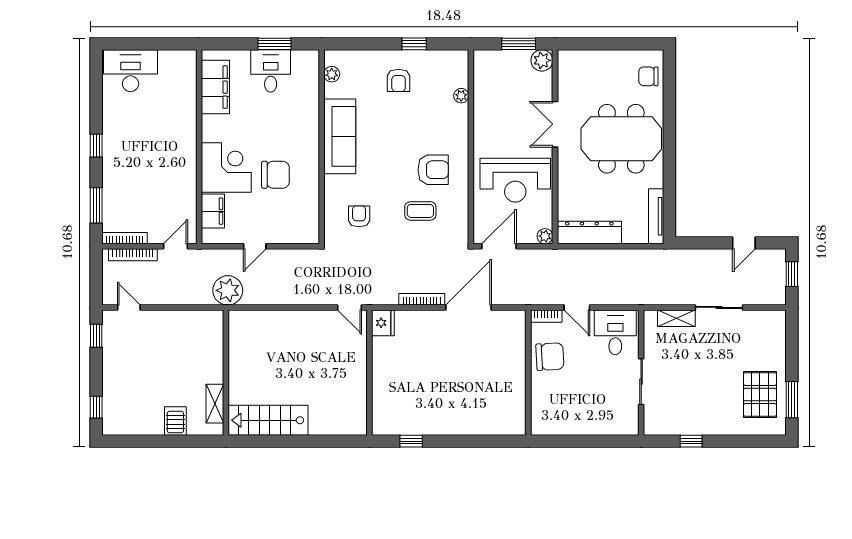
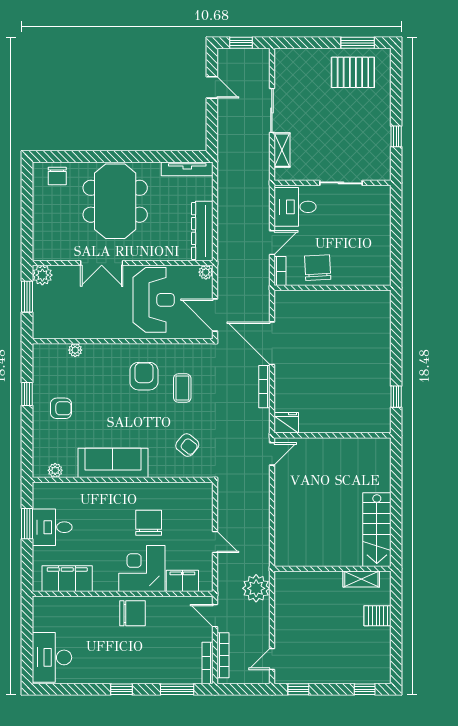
chair: (178, 157) -> (132, 613), added
armchair: (359, 216) -> (187, 445), turned -141
plant: (228, 290) -> (256, 588), moved

